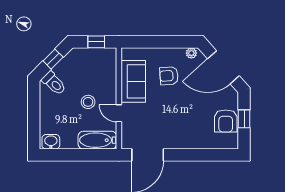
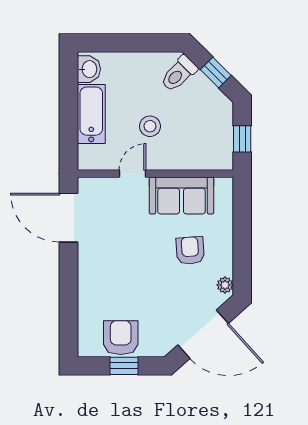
door: (223, 67) -> (203, 334), swing flipped
armchair: (226, 121) -> (121, 338), turned 90
bathtub: (97, 140) -> (91, 114), moved

